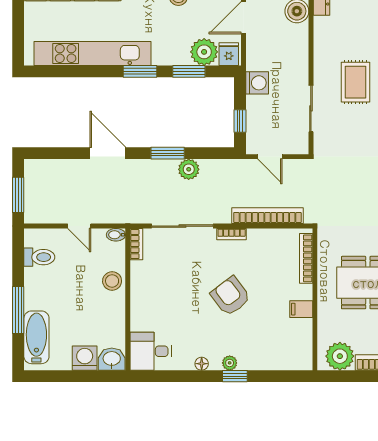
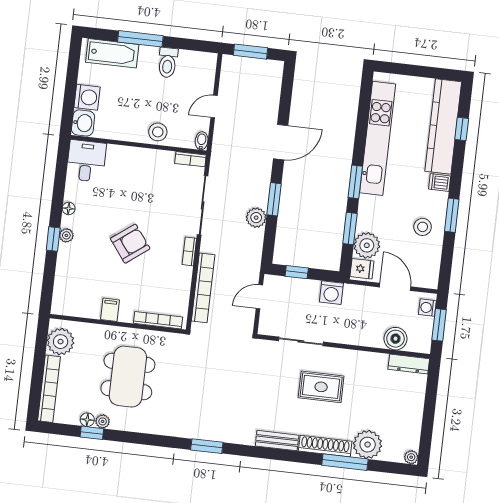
toilet: (39, 257) -> (168, 63), moved

